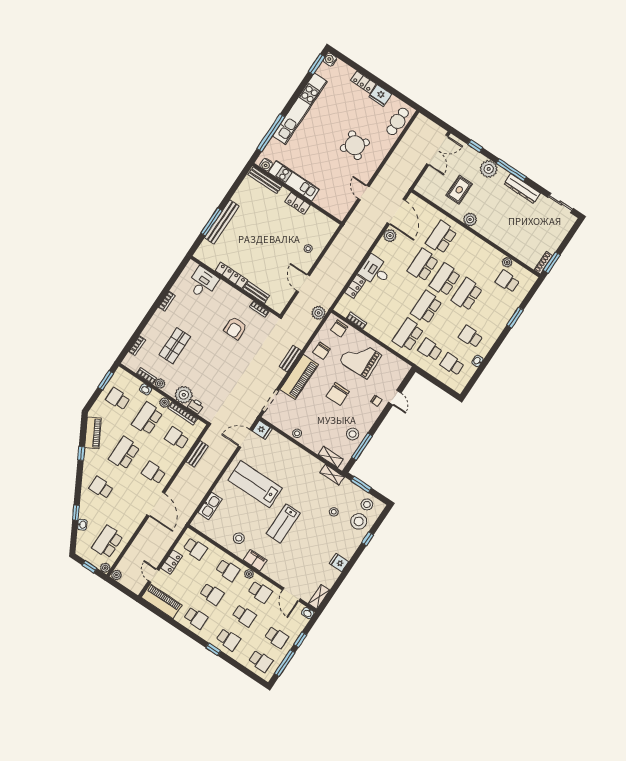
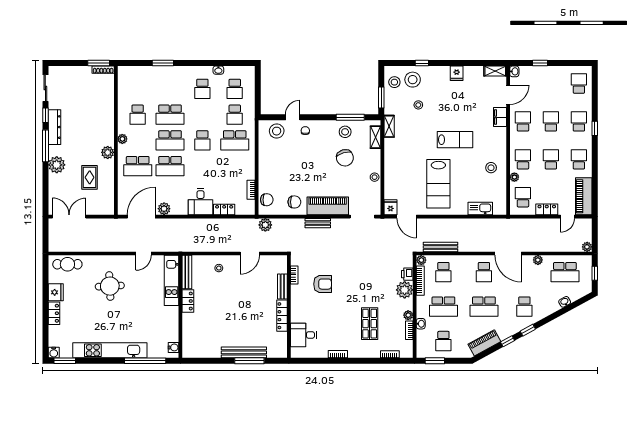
round table: (355, 145) -> (110, 286), turned 45
window: (475, 146) -> (45, 115), moved
bench: (265, 180) -> (187, 272), moved
kitchen unit: (294, 181) -> (172, 280), moved
rug: (459, 190) -> (90, 177), turned 90
plant: (507, 262) -> (122, 139), moved
school desk: (507, 281) -> (138, 115), moved
school desk: (427, 307) -> (202, 140), width x0.54
shop shelf: (175, 346) -> (370, 324), turned 90
grand piano: (360, 358) -> (280, 166), removed
stool: (392, 376) -> (277, 131), added
chair: (338, 394) -> (345, 158), moved, turned 74
plant: (164, 403) -> (421, 260), moved
bench: (197, 454) -> (441, 247), width x1.36
door: (156, 504) -> (508, 254), swing flipped
window: (76, 513) -> (528, 330), moved
filing cabinet: (255, 560) -> (500, 117), moved
plant: (105, 568) -> (538, 260), moved
plant: (249, 574) -> (514, 177), moved
school desk: (277, 637) -> (551, 84), removed
window: (285, 663) -> (567, 63), removed

